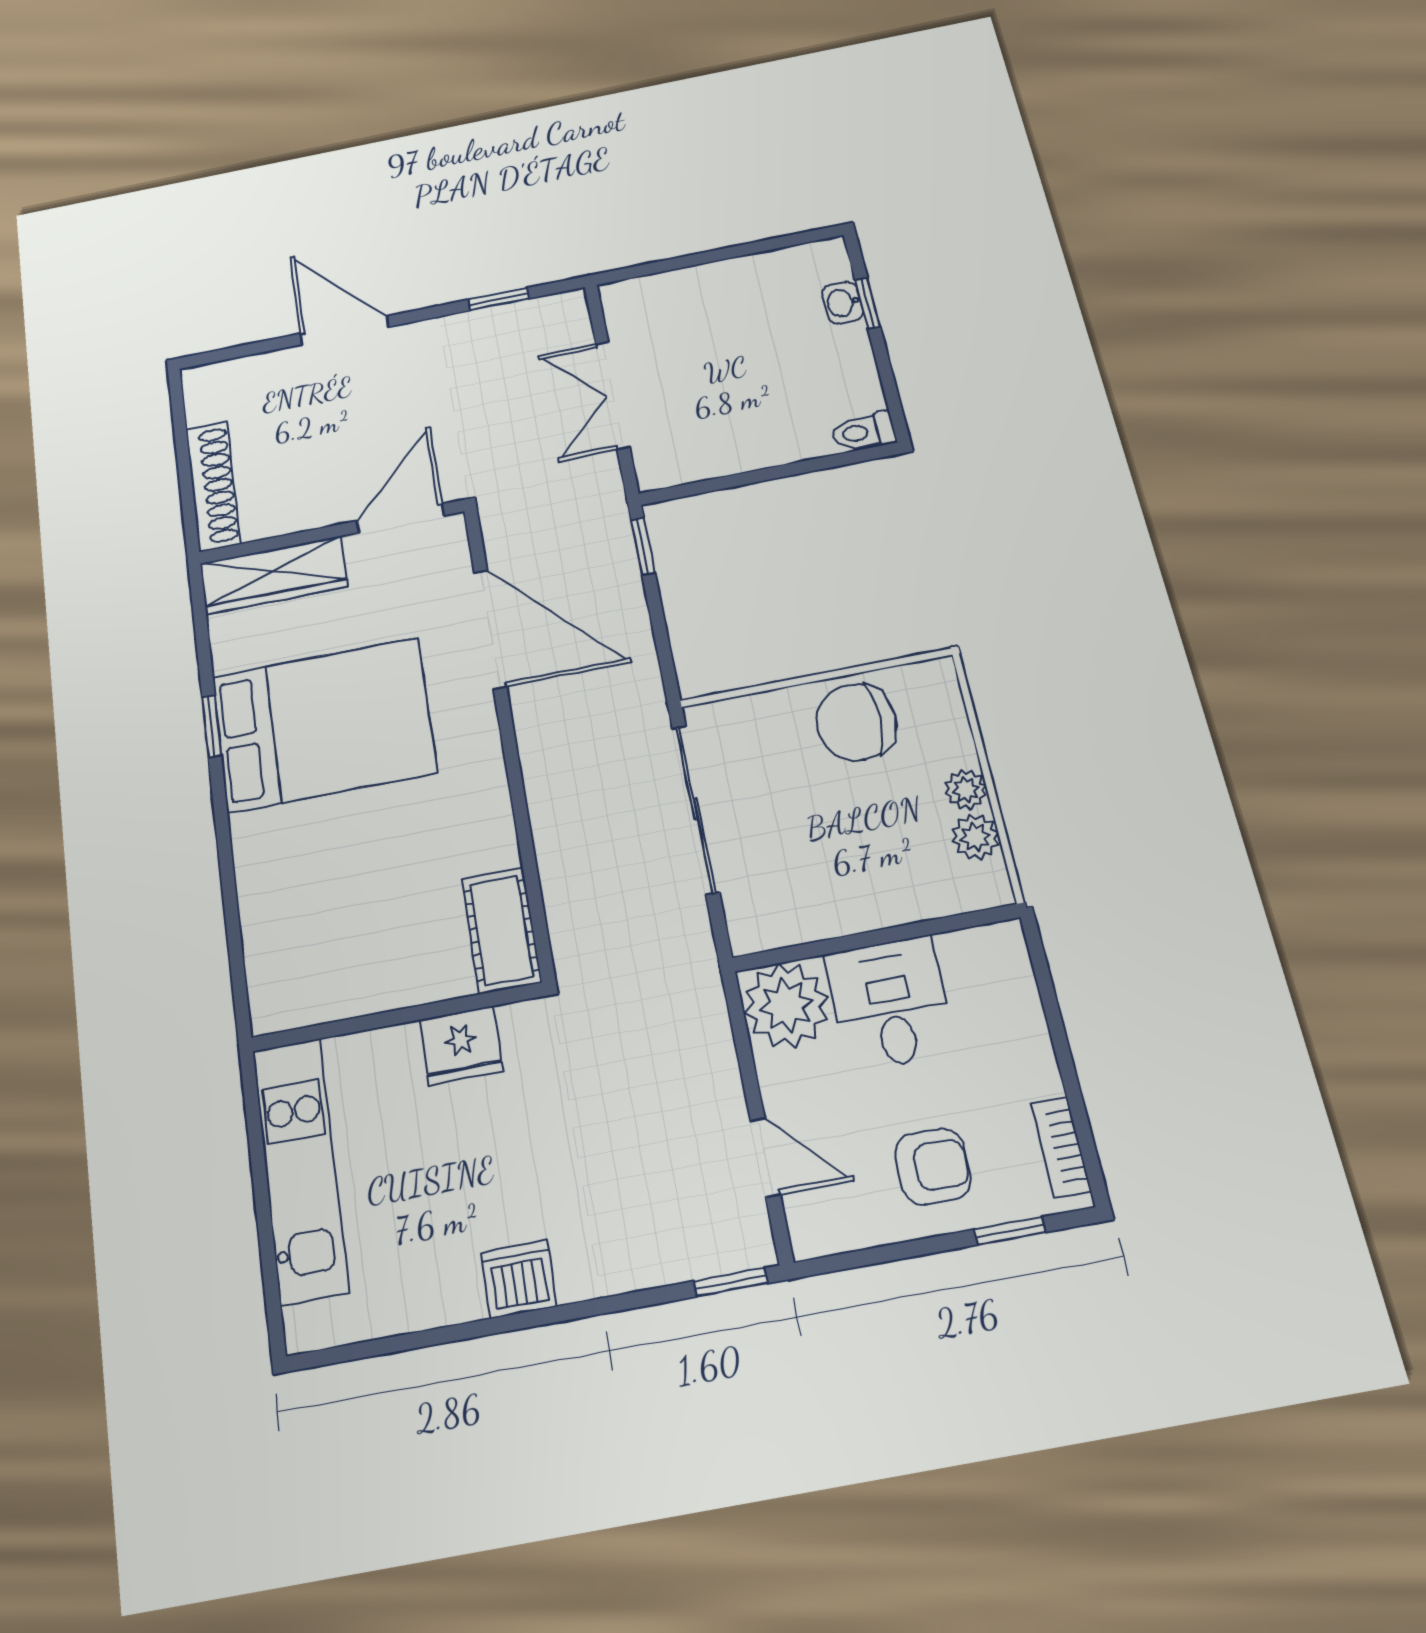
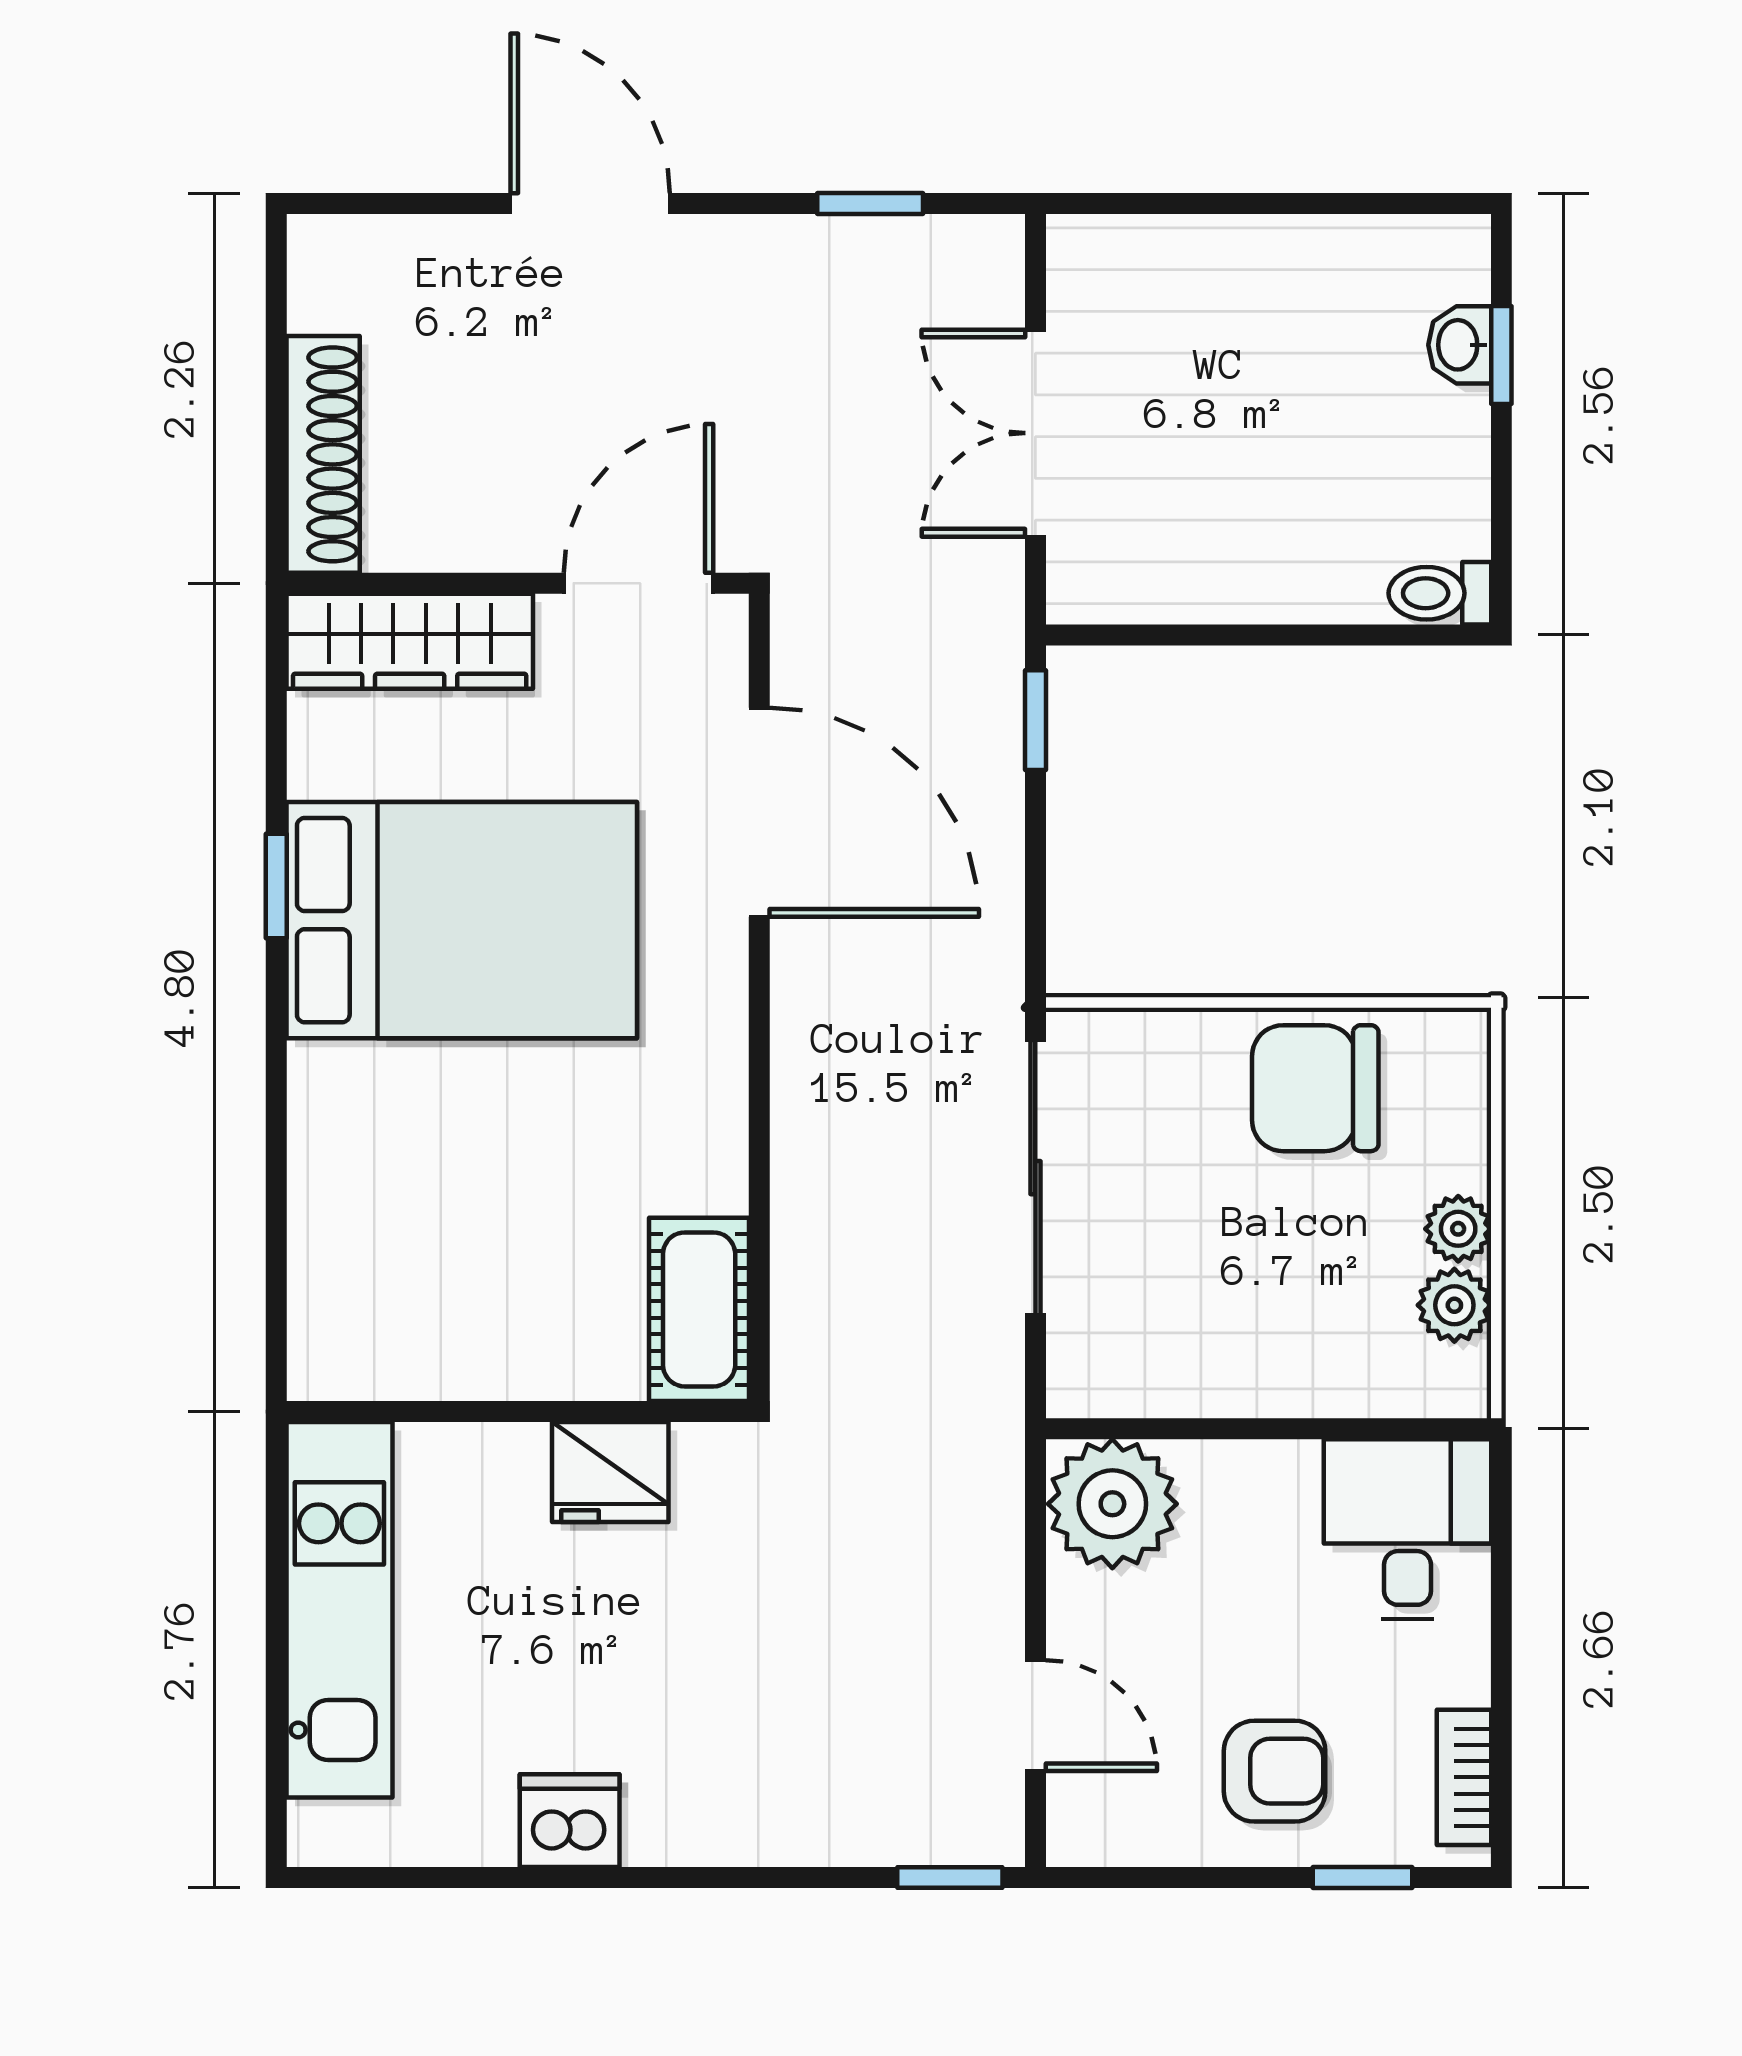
desk: (890, 1003) -> (1407, 1529), moved
dishwasher: (519, 1279) -> (570, 1821), moved

